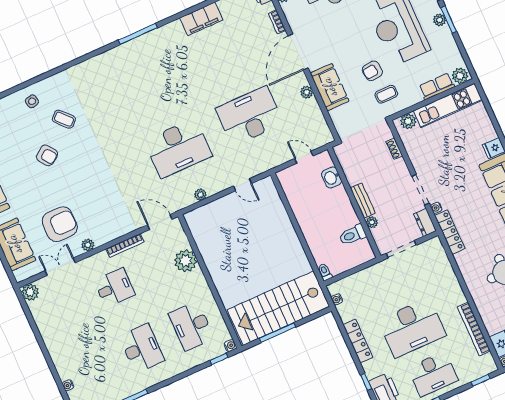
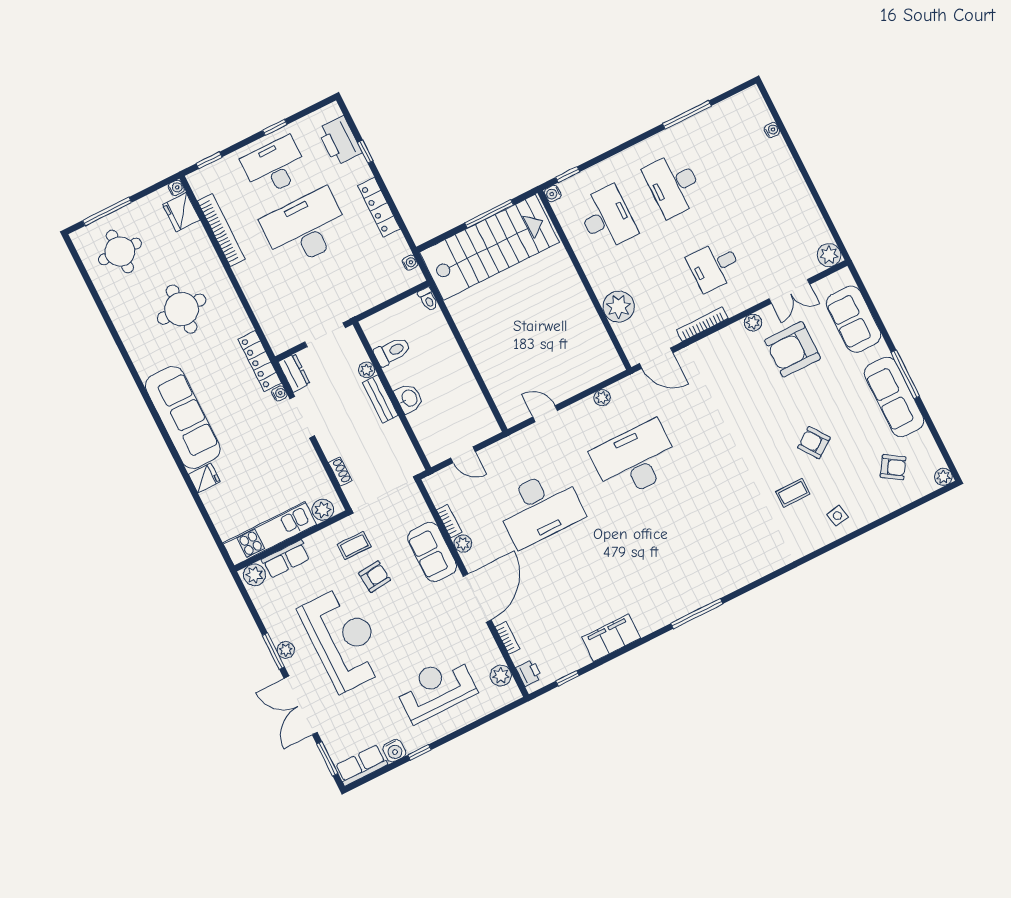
bookcase: (316, 109) -> (449, 521), added
coffee table: (64, 119) -> (793, 493), turned -47
washbasin: (332, 177) -> (409, 398), moved

